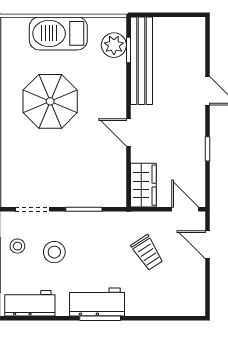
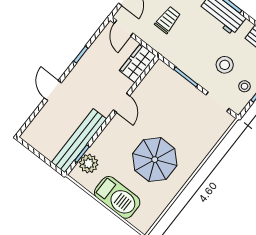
trolley: (147, 253) -> (168, 20), turned 33

